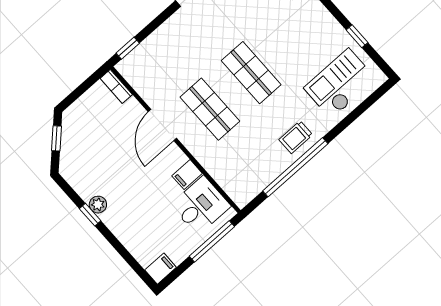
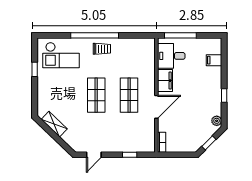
window: (128, 48) -> (130, 155), moved
window: (295, 167) -> (95, 35), moved
filing cabinet: (187, 175) -> (165, 81), width x2.00
plant: (98, 205) -> (217, 121), moved
filing cabinet: (161, 269) -> (214, 60), moved

